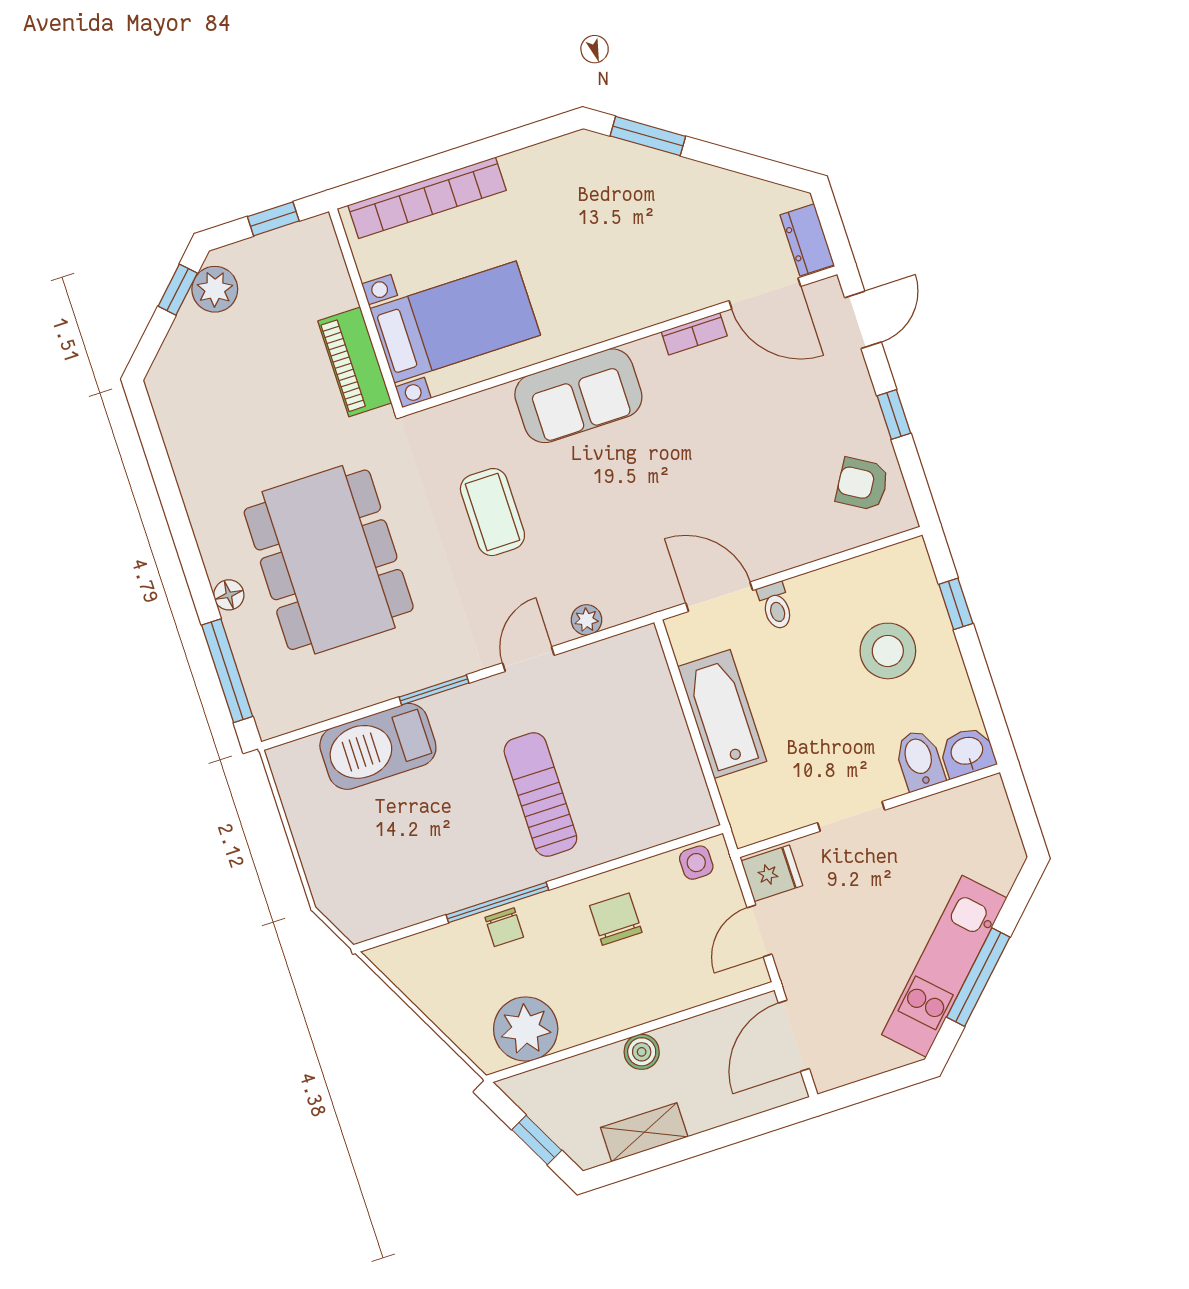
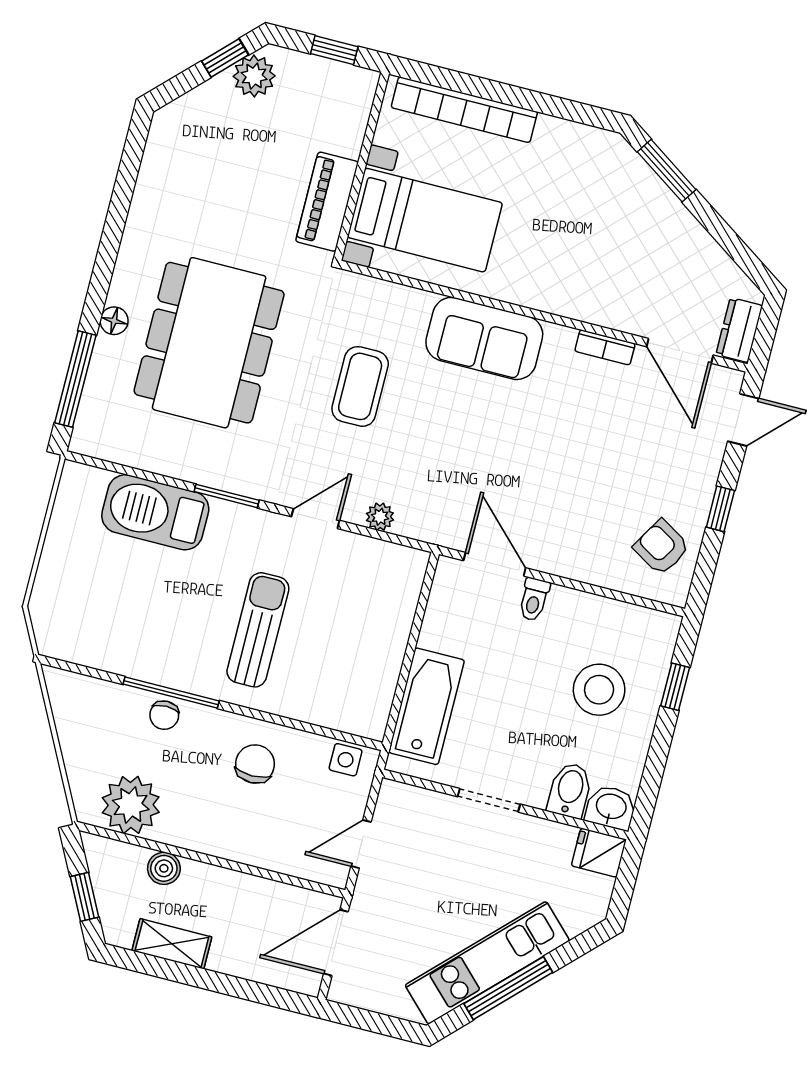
bathtub: (722, 714) -> (426, 706), moved
fridge: (772, 873) -> (599, 853), moved, turned 180
boiler: (642, 1052) -> (164, 868), moved

